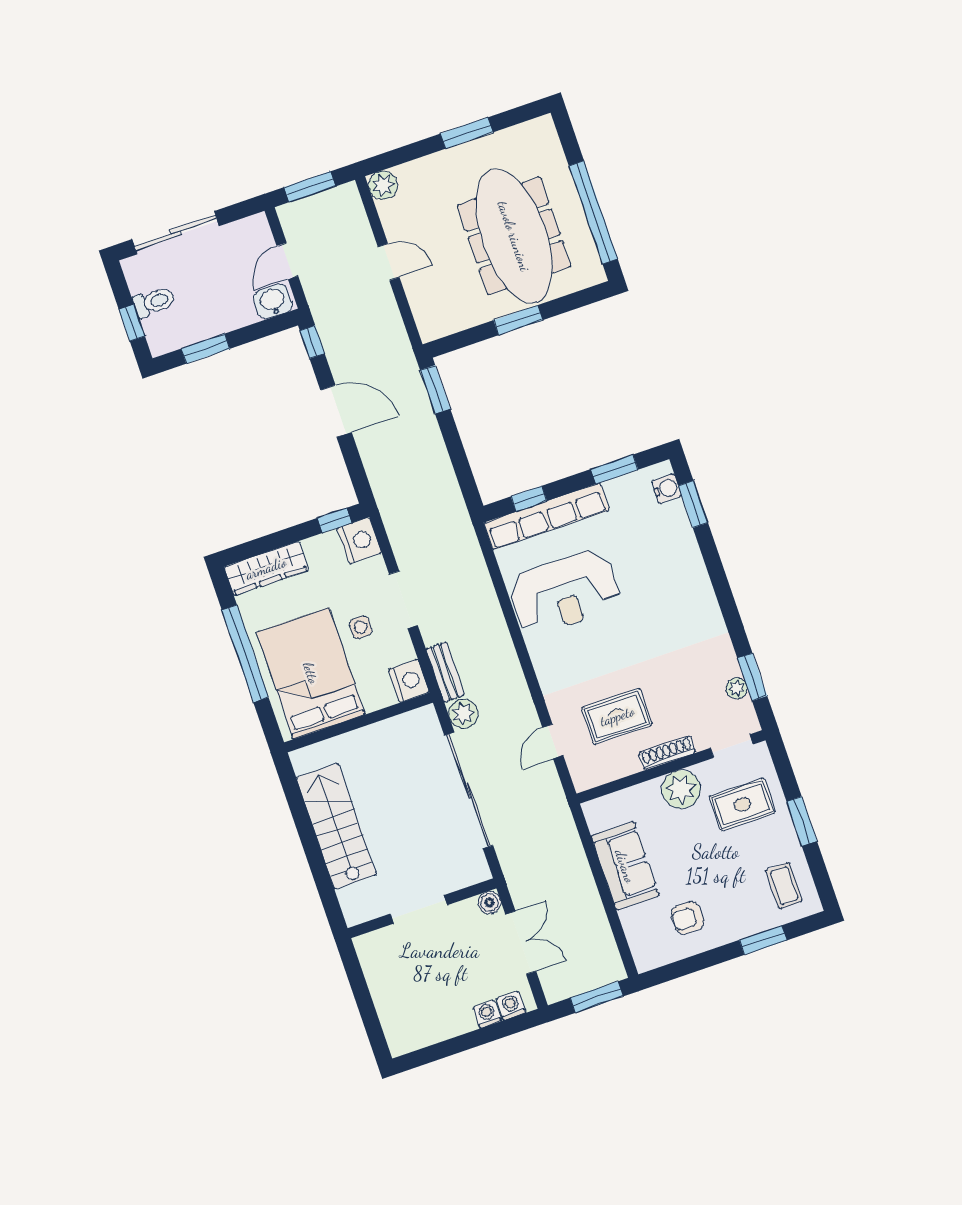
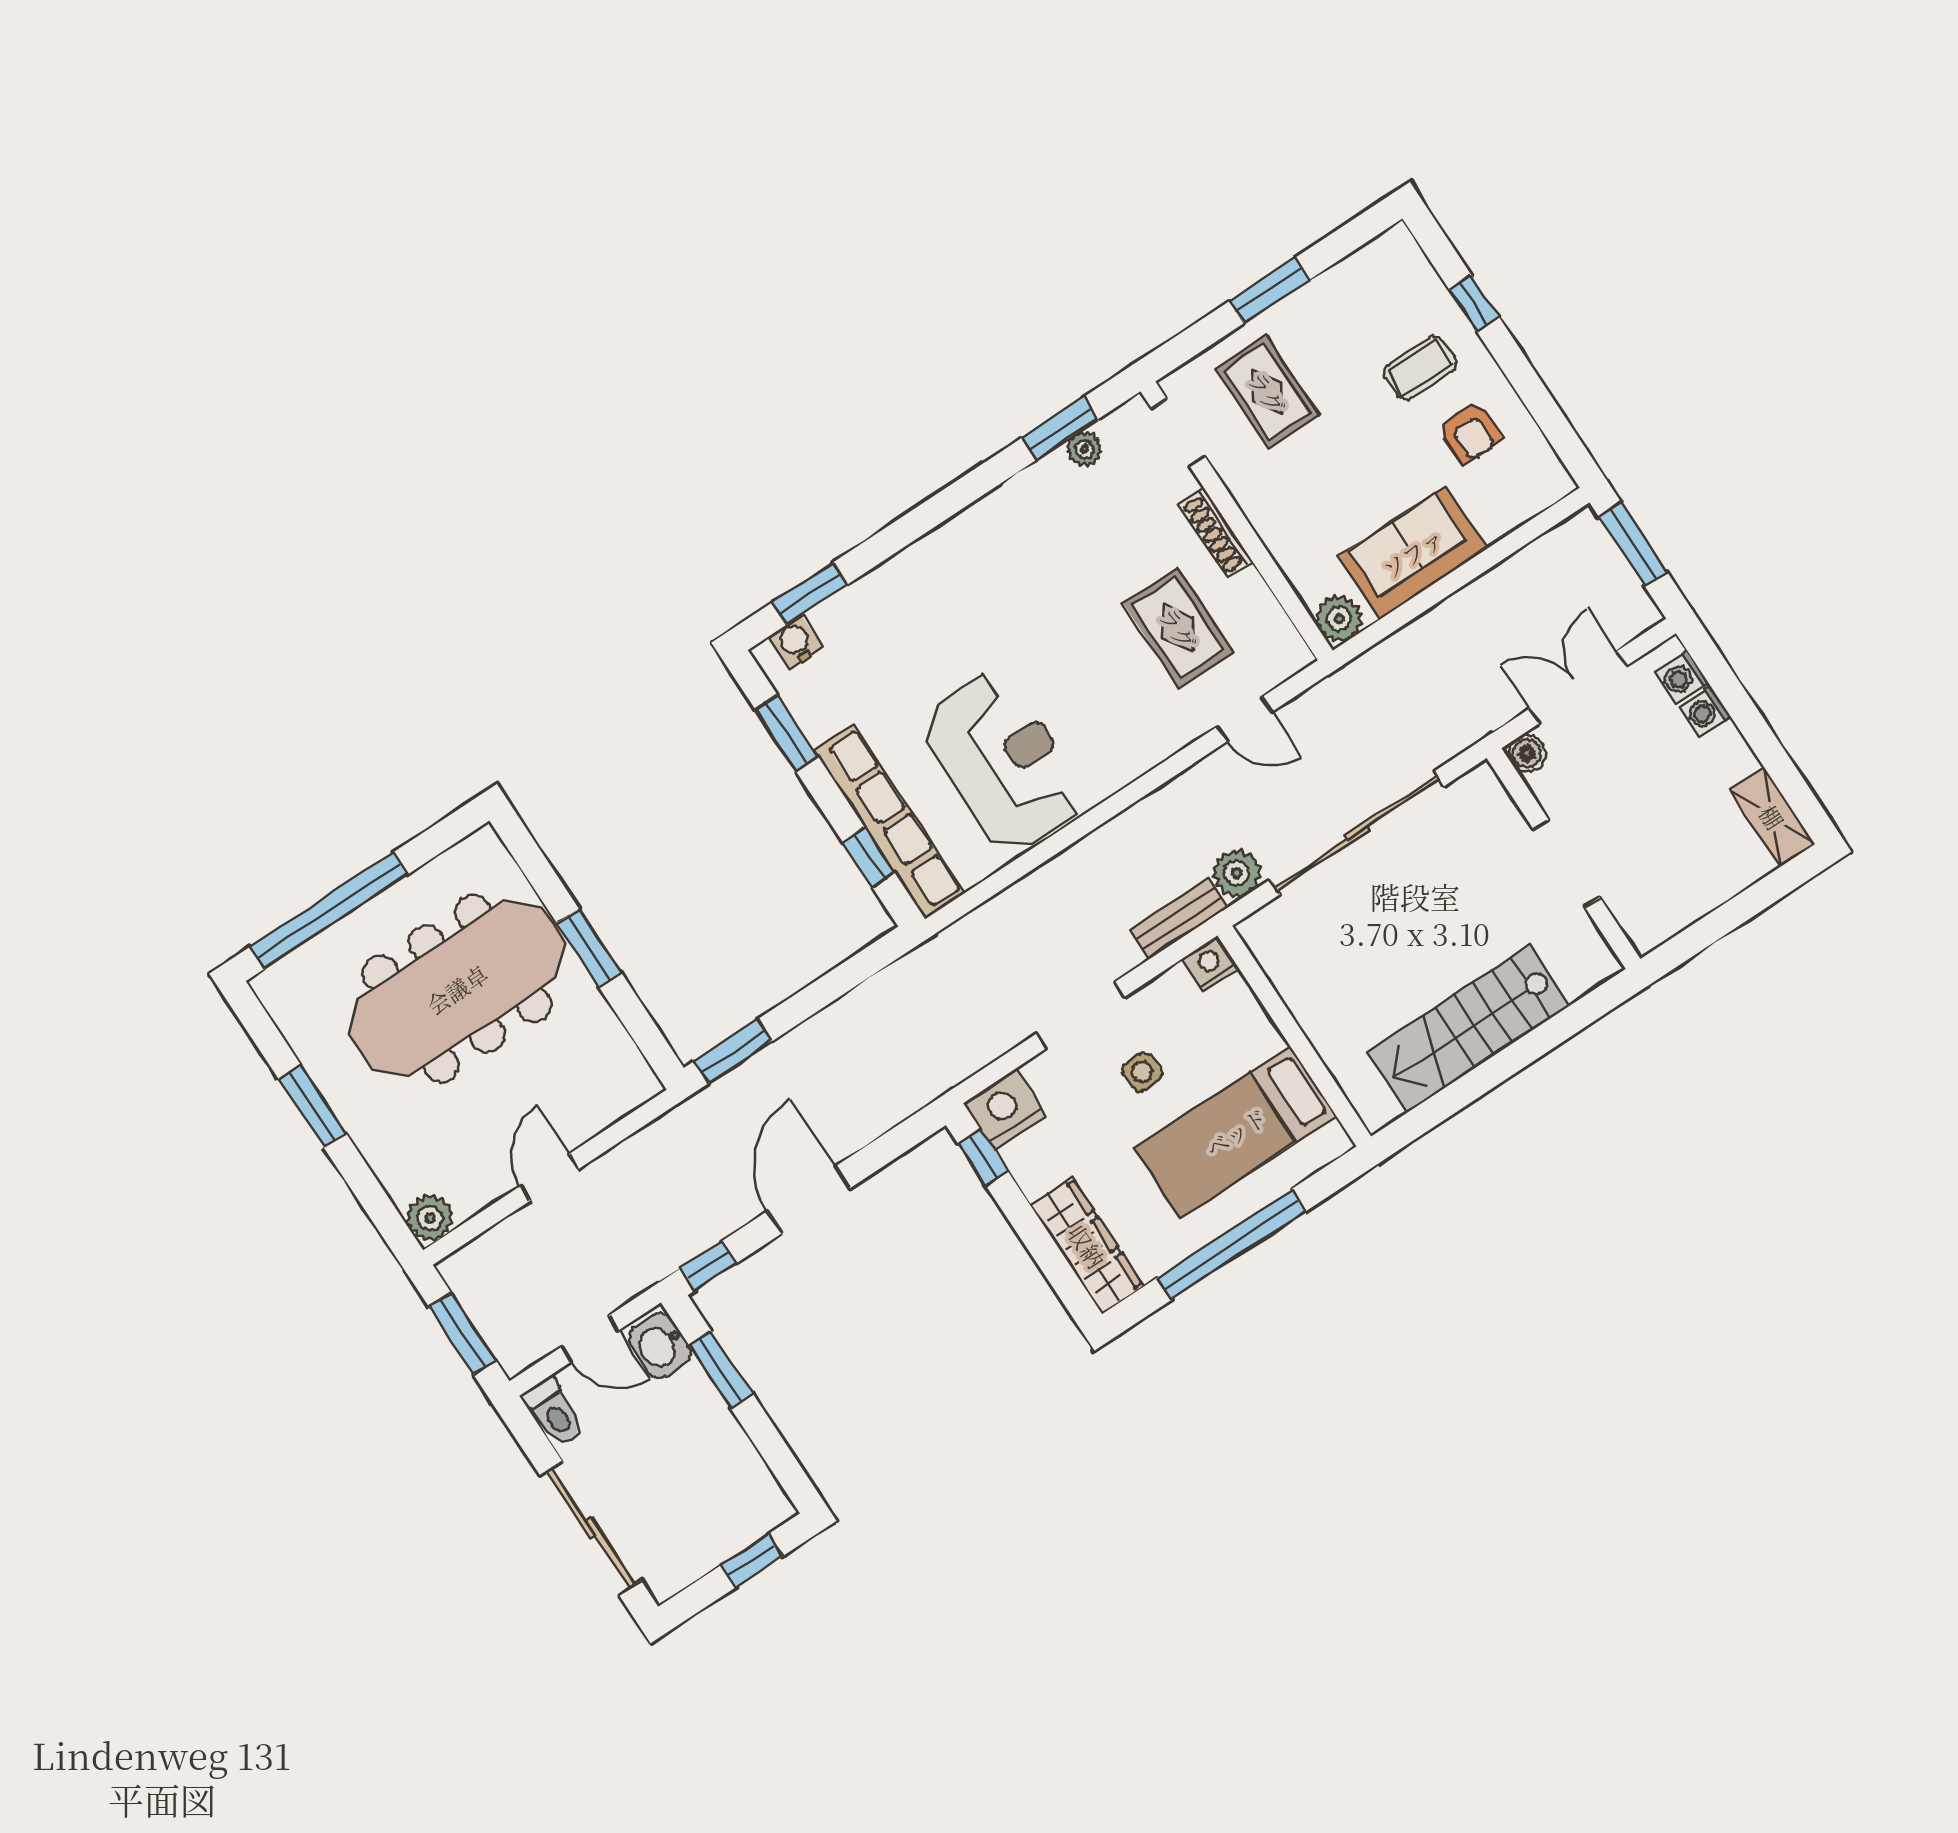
window: (593, 212) -> (329, 910), moved
toilet: (154, 302) -> (553, 1412), moved, turned 180
window: (205, 349) -> (721, 1369), moved
bed: (311, 673) -> (1236, 1132), width x0.67
nightstand: (409, 681) -> (1210, 964), width x0.74, depth x0.75
plant: (681, 789) -> (1339, 619), moved, width x0.73, depth x0.73
coffee table: (784, 886) -> (1420, 368), moved
window: (763, 940) -> (1474, 303), width x0.67
shelving: (415, 1038) -> (1772, 817), added

